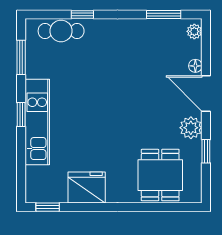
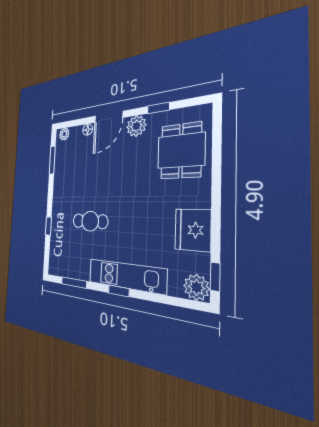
cafe table: (61, 31) -> (90, 221), moved, turned 90
dining table: (160, 175) -> (181, 151), turned 90
plant: (37, 192) -> (197, 287), added

